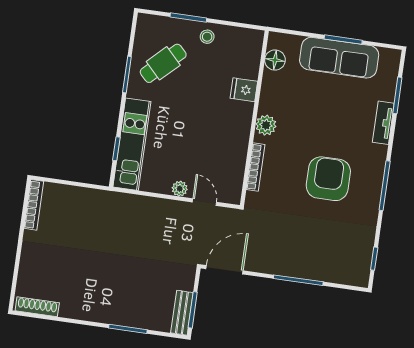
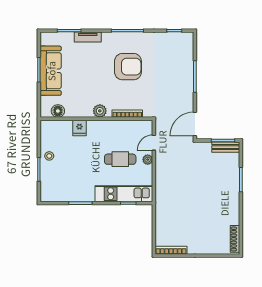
cafe table: (163, 63) -> (120, 159), moved, turned -46
armchair: (328, 179) -> (128, 67), turned 180
door: (225, 270) -> (195, 124), hinge flipped

